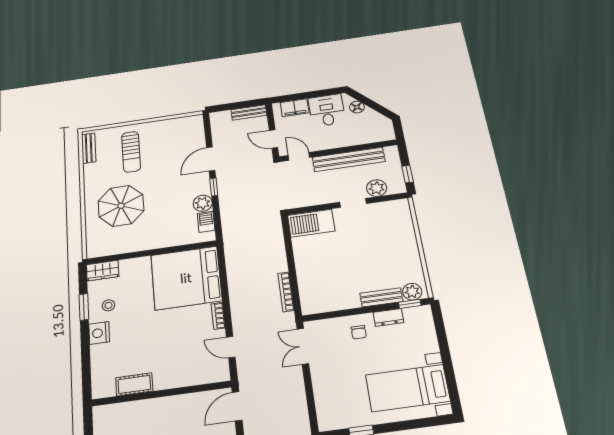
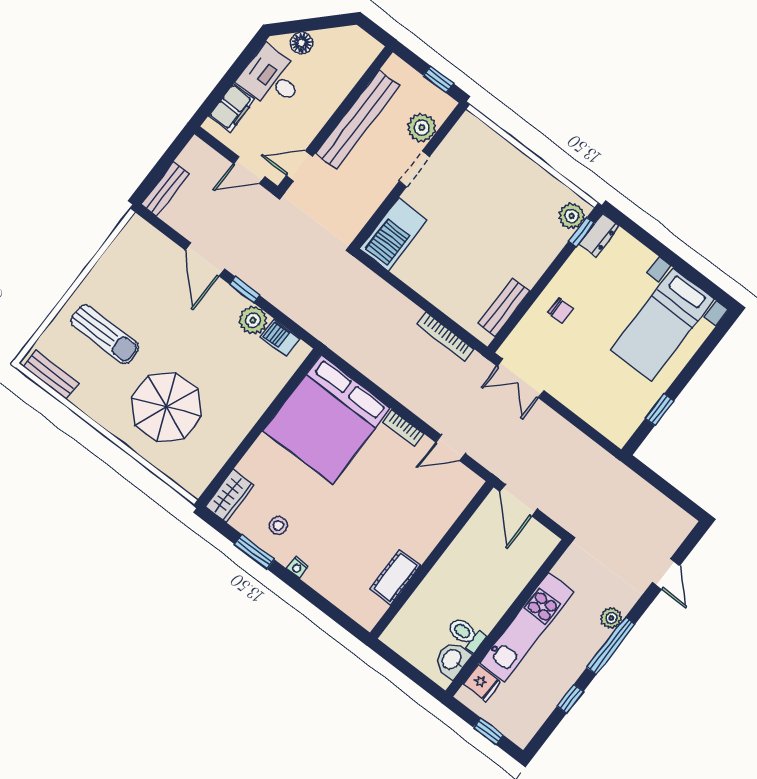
bench: (249, 112) -> (165, 189), moved
bench: (381, 297) -> (504, 307), moved
dresser: (388, 317) -> (599, 235), moved
nightstand: (99, 333) -> (298, 567), width x0.53, depth x0.56

